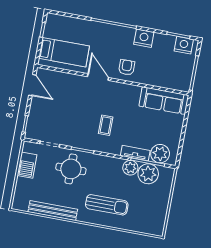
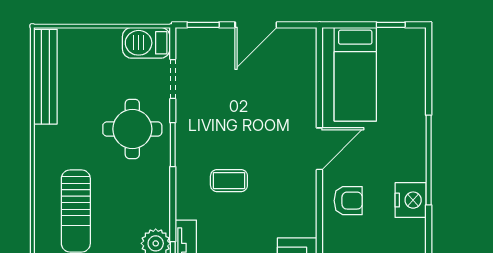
nightstand: (144, 38) -> (411, 200), moved
door: (32, 85) -> (256, 25), moved
barbecue: (27, 165) -> (146, 43), moved
bench: (53, 211) -> (45, 77), moved

